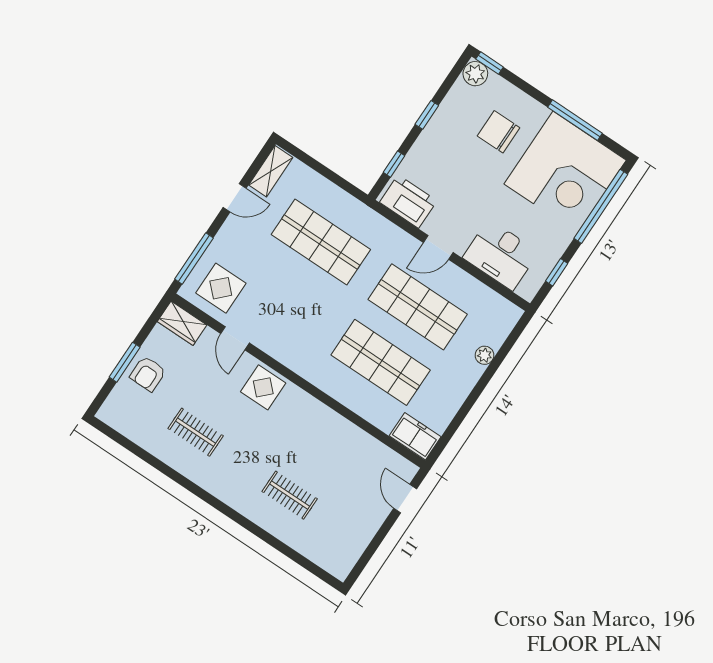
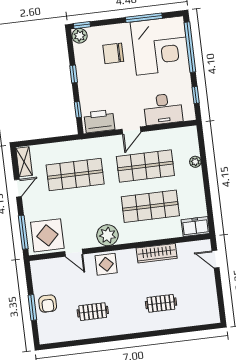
display table: (221, 288) -> (47, 235), width x1.36, depth x1.36
wardrobe: (182, 323) -> (157, 253), moved, width x1.50
plant: (296, 353) -> (107, 235), added

